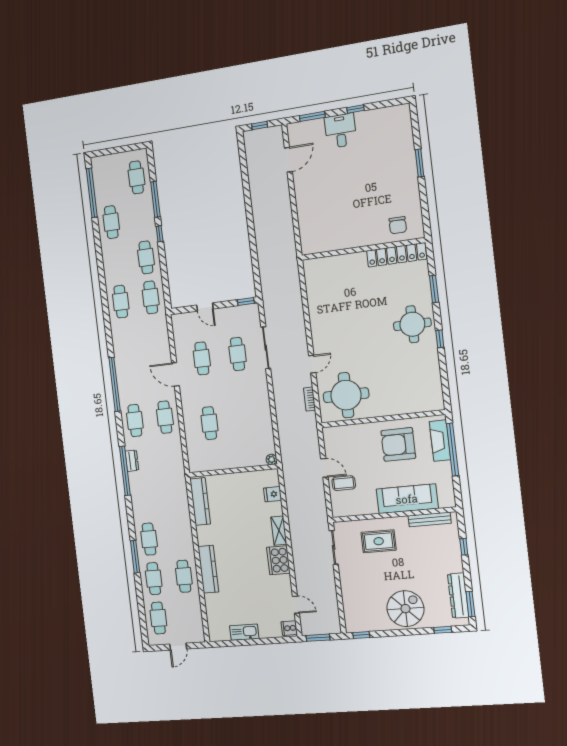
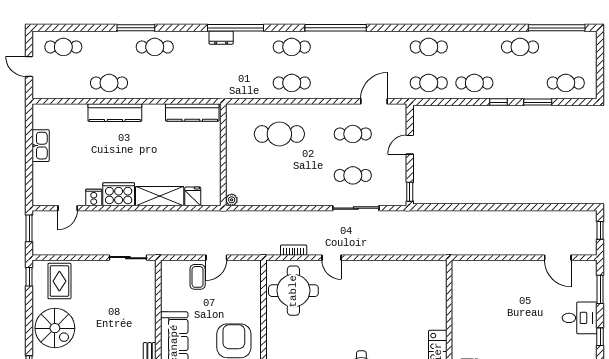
window: (155, 199) -> (538, 102), width x0.69
door: (176, 374) -> (374, 101), moved
cafe table: (209, 423) -> (279, 134), width x1.37, depth x1.35
dresser: (132, 461) -> (221, 38), moved
shelving: (279, 531) -> (160, 196), width x1.50, depth x1.33
rug: (379, 541) -> (59, 281), moved
cafe table: (154, 579) -> (109, 47), removed
cooker: (289, 628) -> (94, 197), moved

